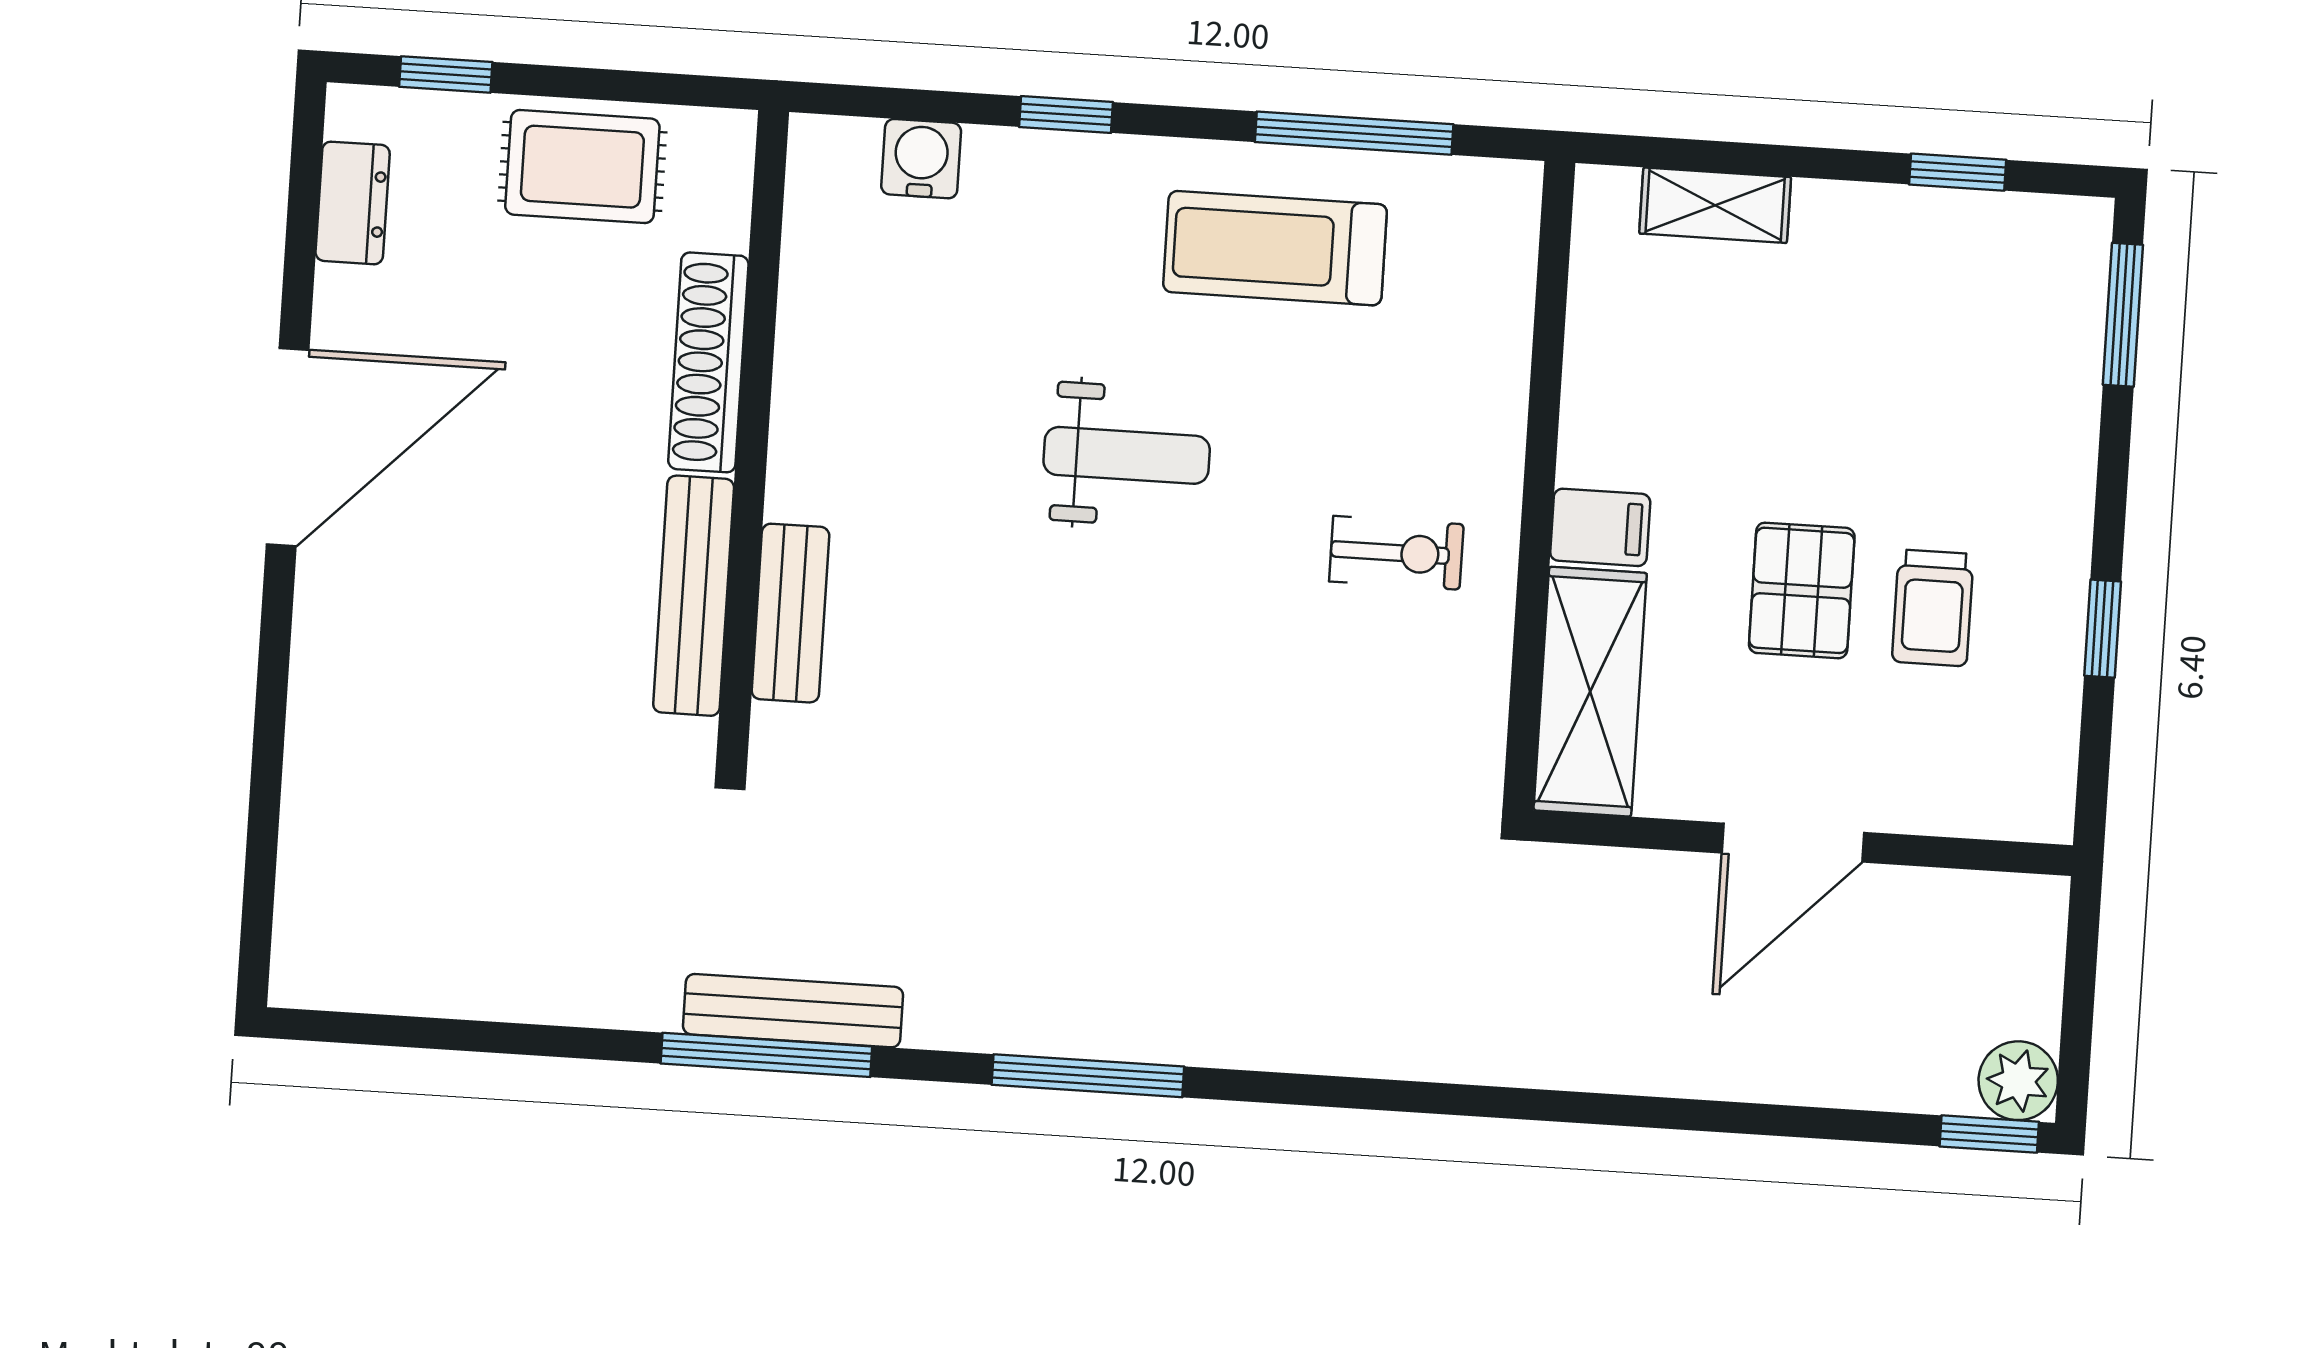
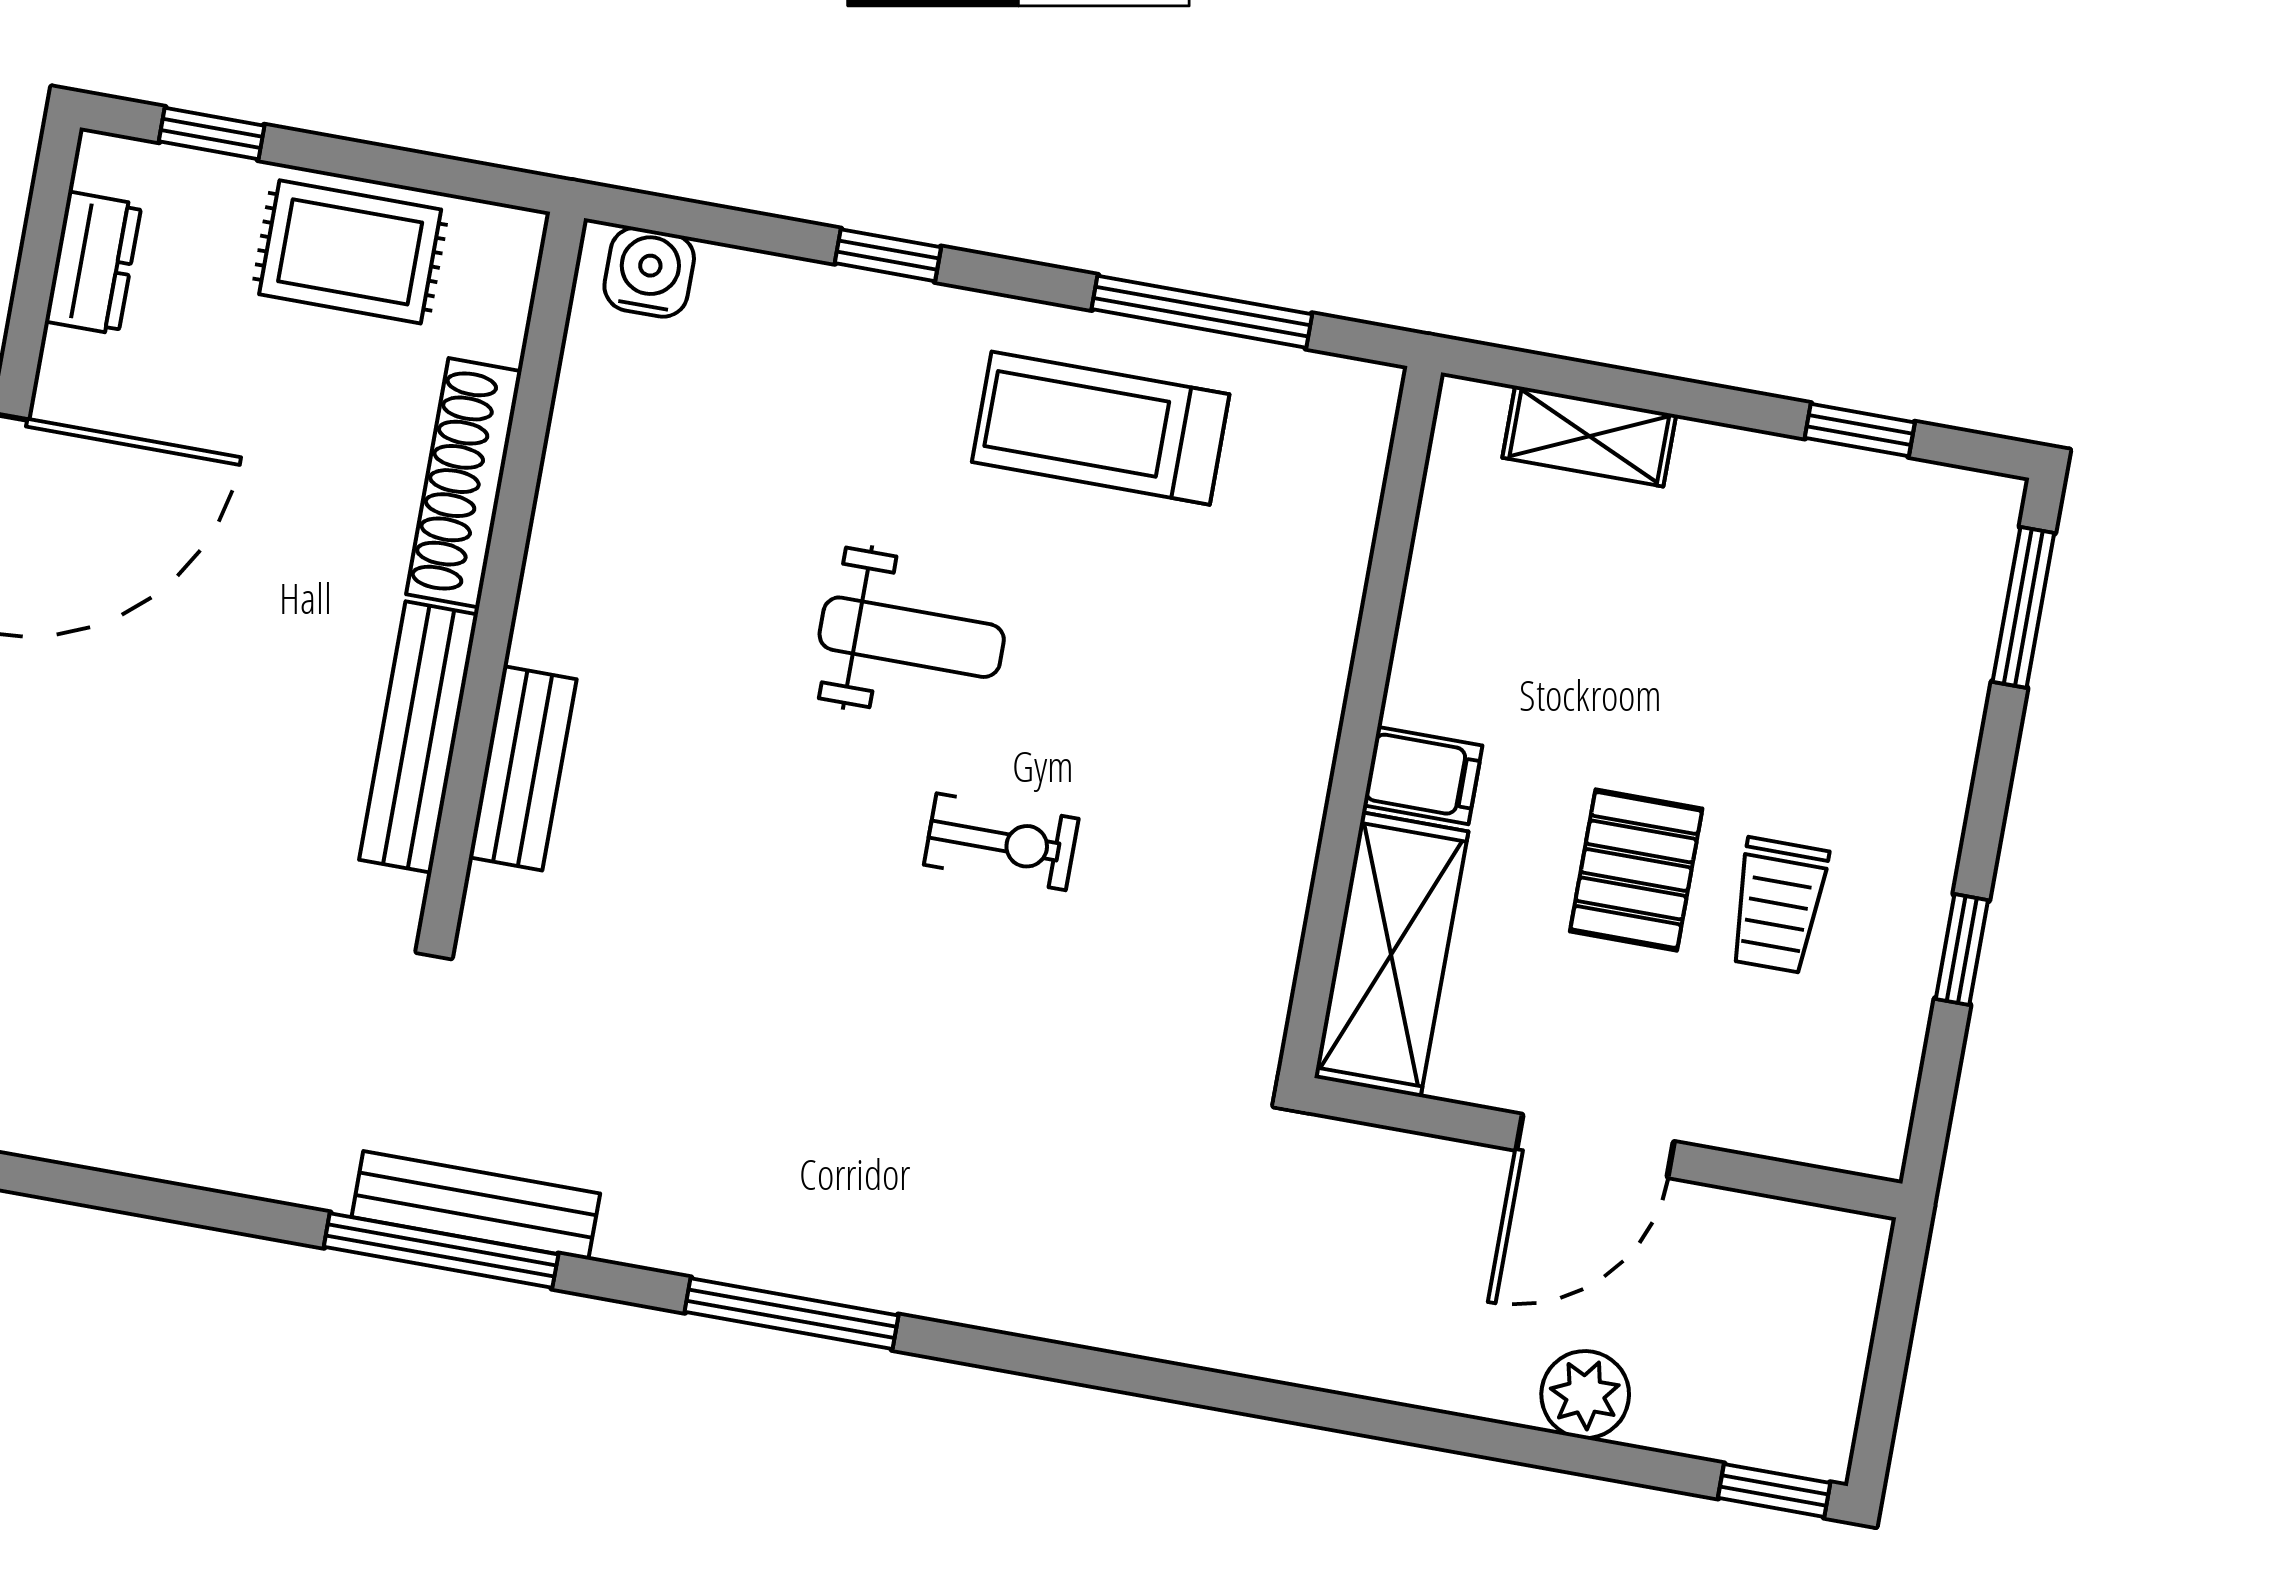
water cooler: (921, 159) -> (649, 272), moved
exercise bike: (1396, 553) -> (1001, 842), moved
plant: (2018, 1081) -> (1585, 1395), moved

